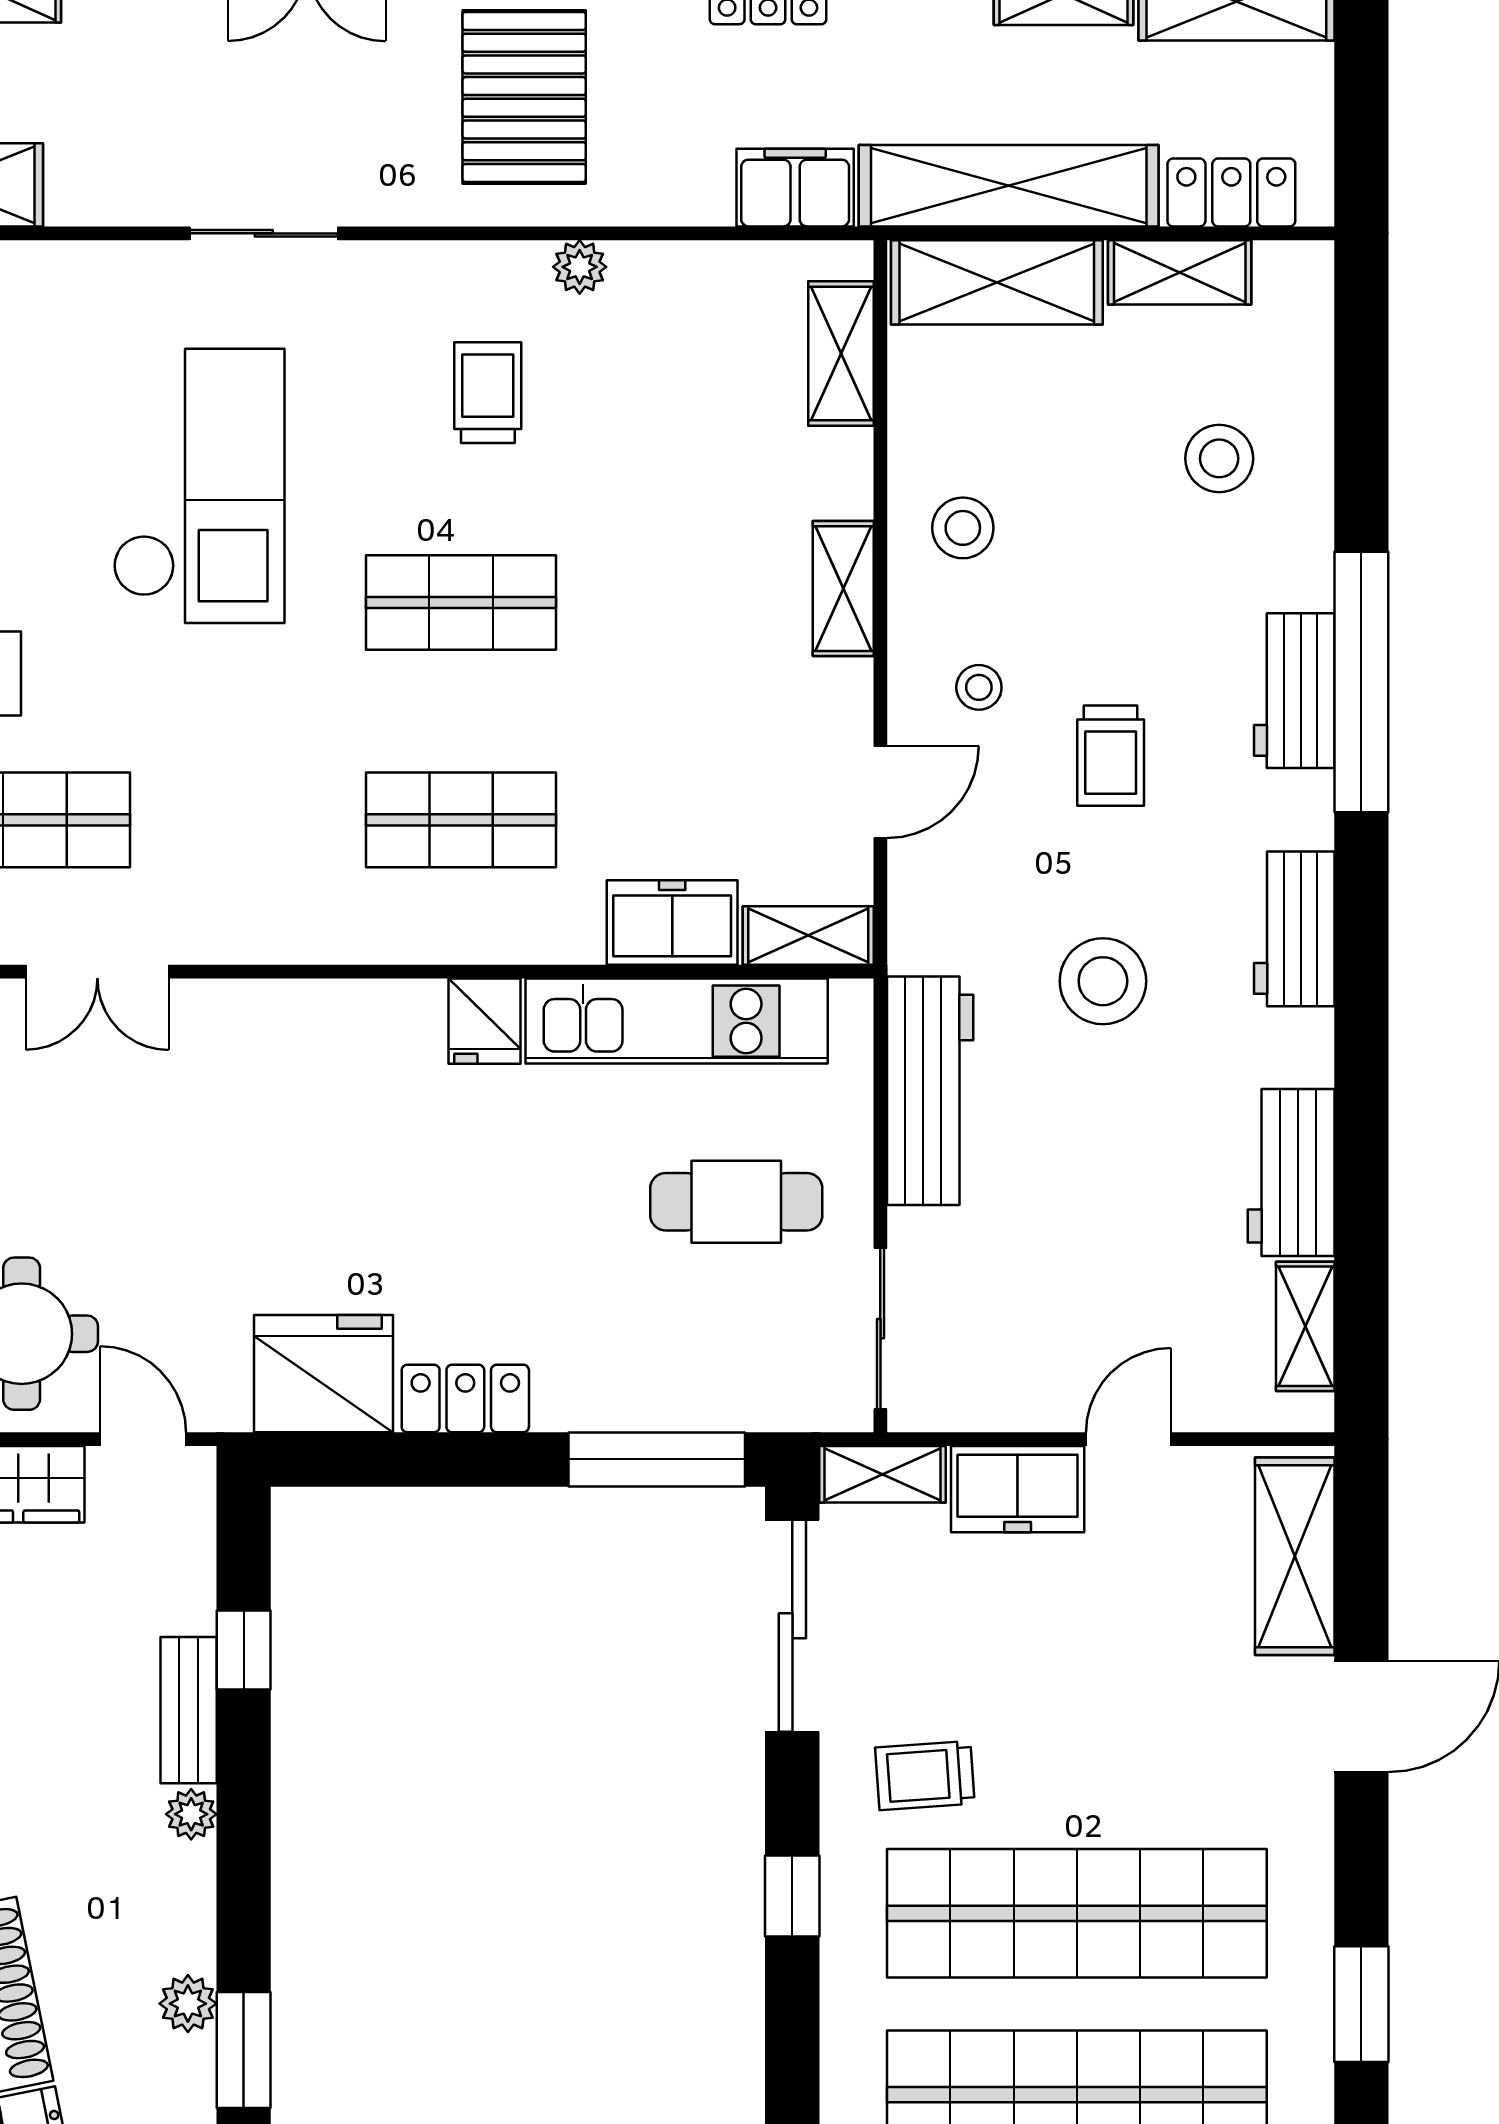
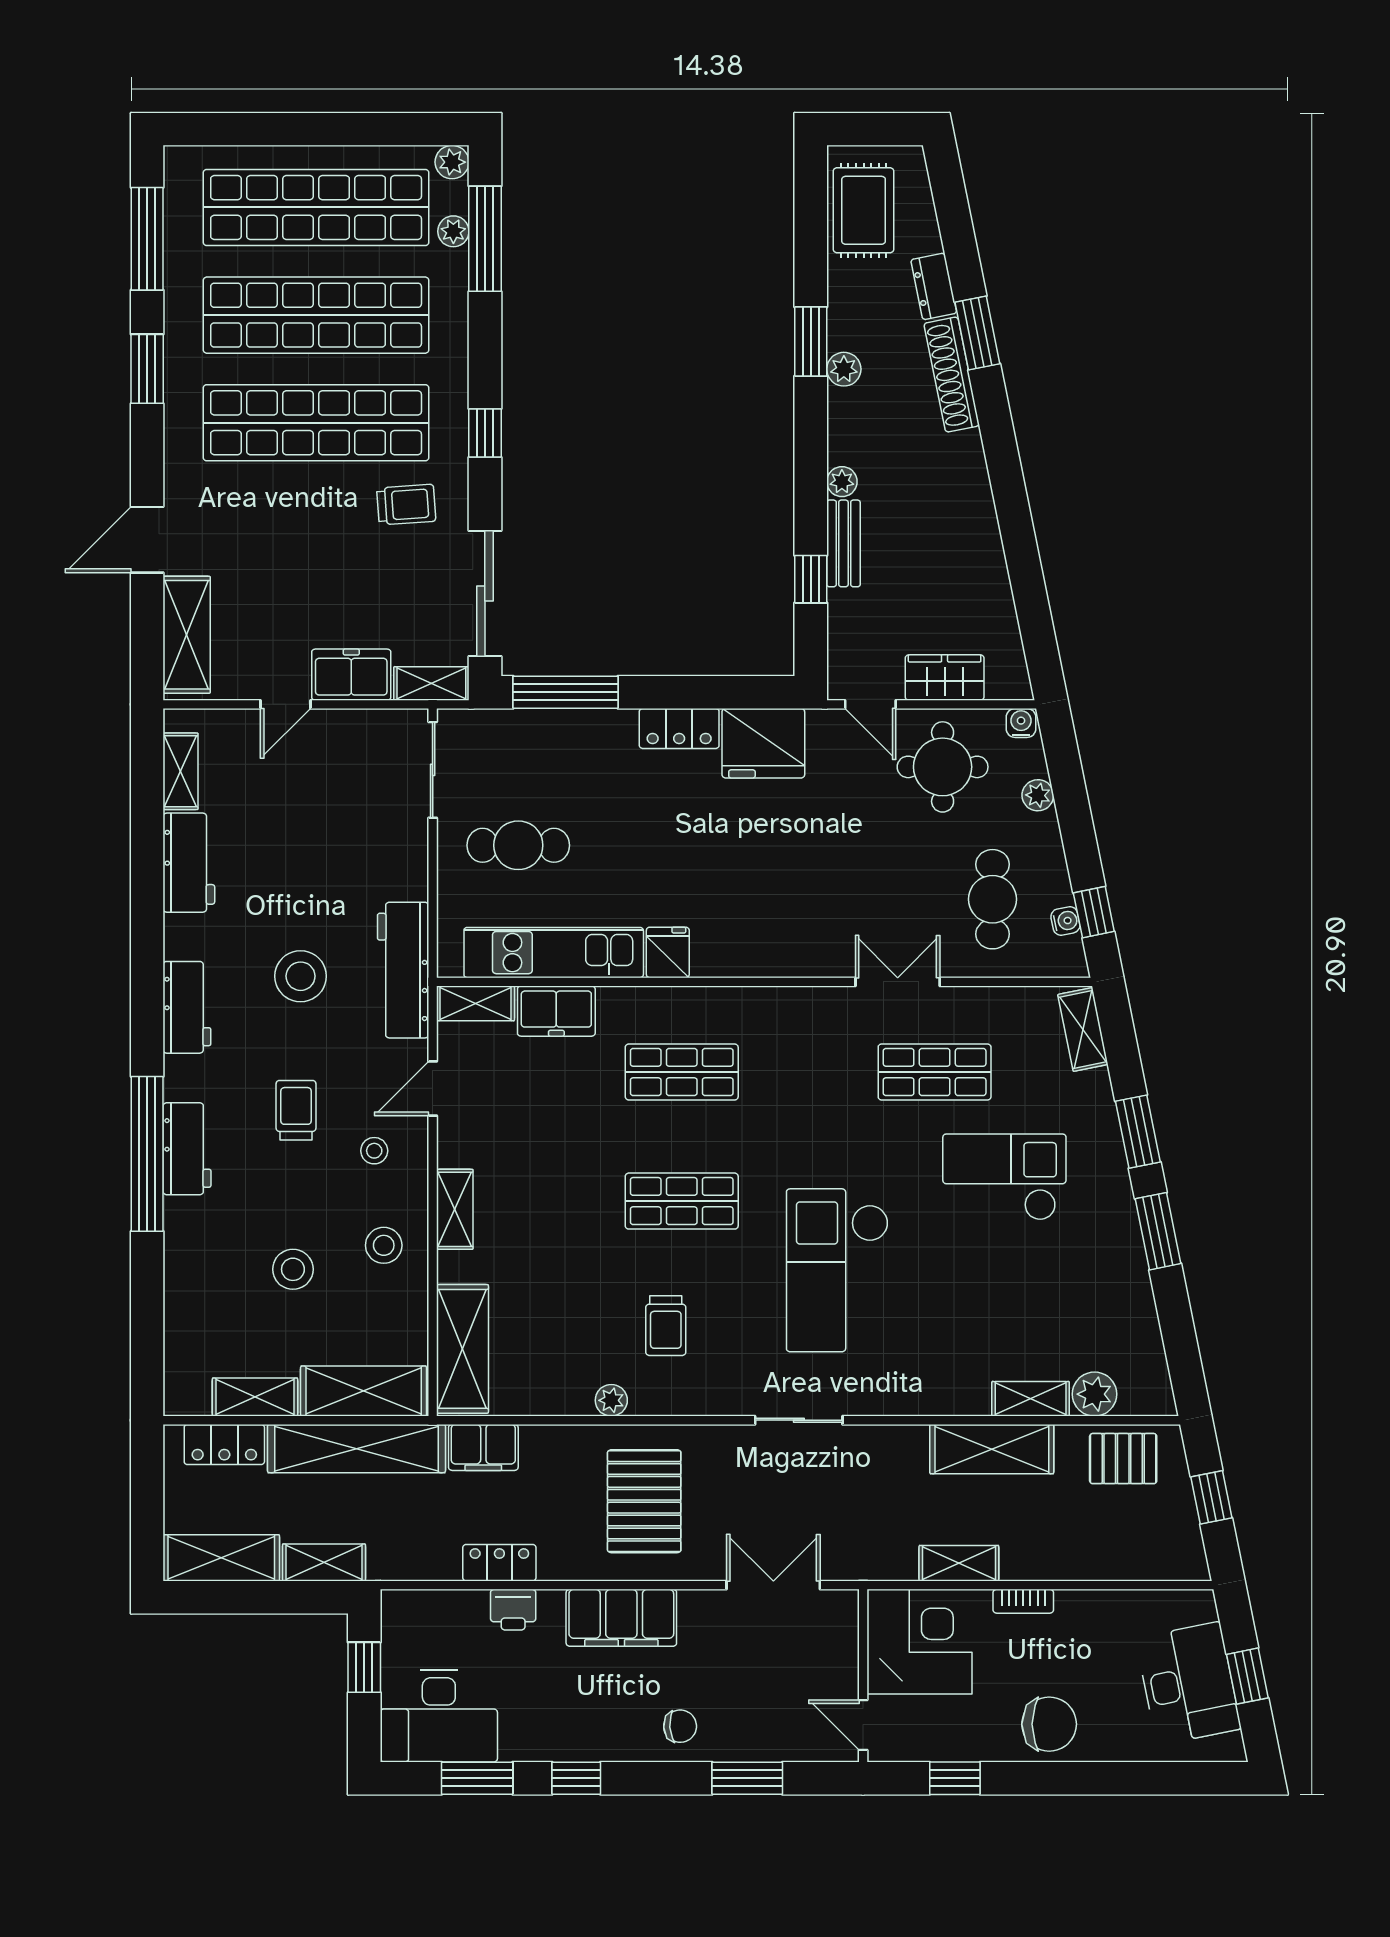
shelving: (841, 353) -> (462, 1349), width x1.50, depth x1.33
stool: (1219, 458) -> (293, 1269), moved
workbench: (930, 1091) -> (403, 970), moved

